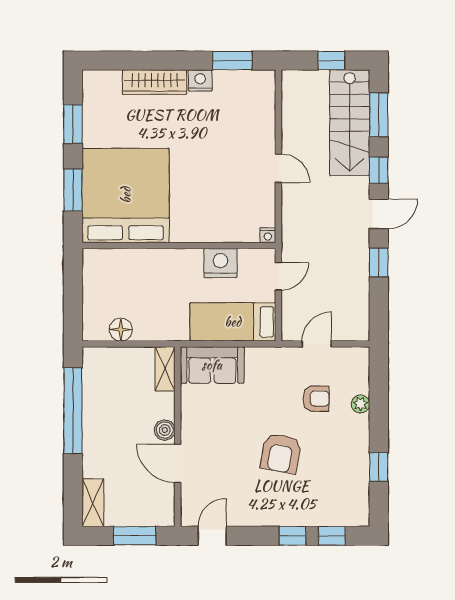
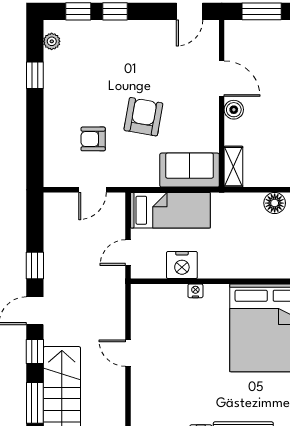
nightstand: (268, 235) -> (195, 291), moved
plant: (360, 404) -> (52, 41), moved
armchair: (281, 453) -> (143, 117), moved

